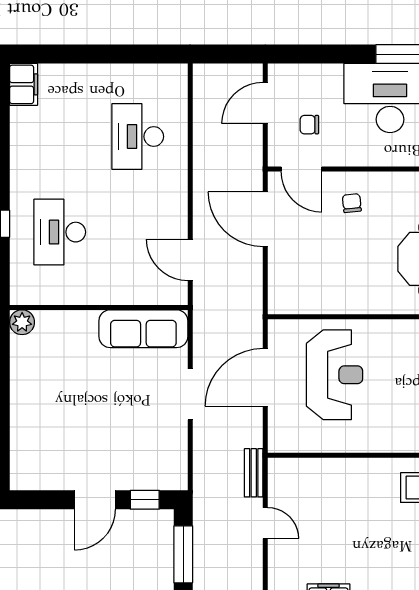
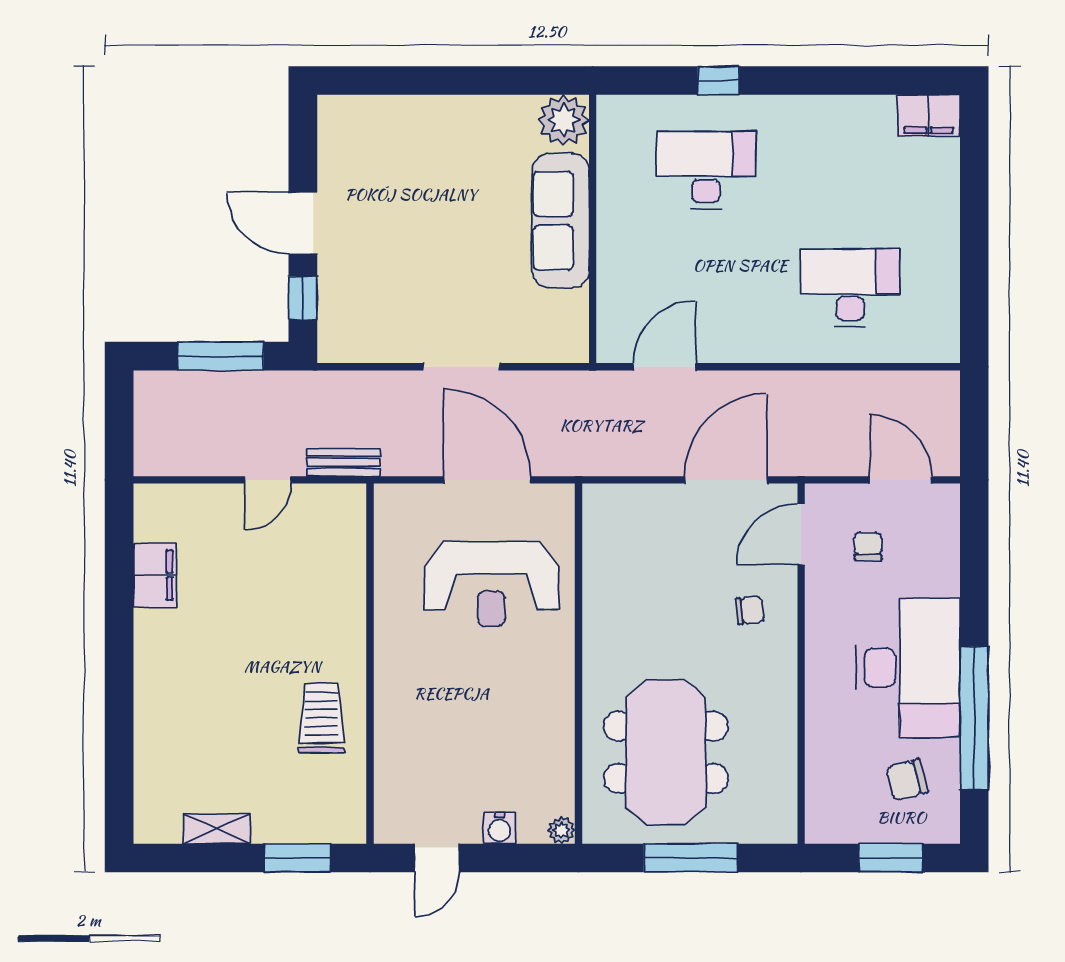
plant: (22, 322) -> (564, 120), width x1.36, depth x1.36
sofa: (143, 329) -> (561, 221), moved

